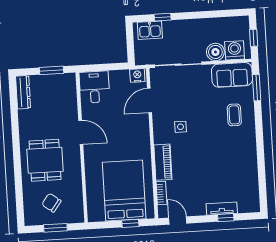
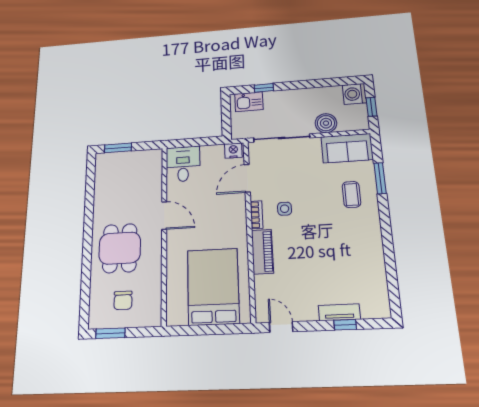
washing machine: (235, 50) -> (354, 94), moved, turned -90
window: (52, 70) -> (118, 148), moved
window: (257, 88) -> (380, 178), moved
dresser: (23, 92) -> (102, 171), removed
bookcase: (161, 193) -> (257, 215), moved
chair: (51, 203) -> (123, 300), turned -127
window: (130, 223) -> (220, 329), removed
window: (55, 228) -> (110, 333), moved

